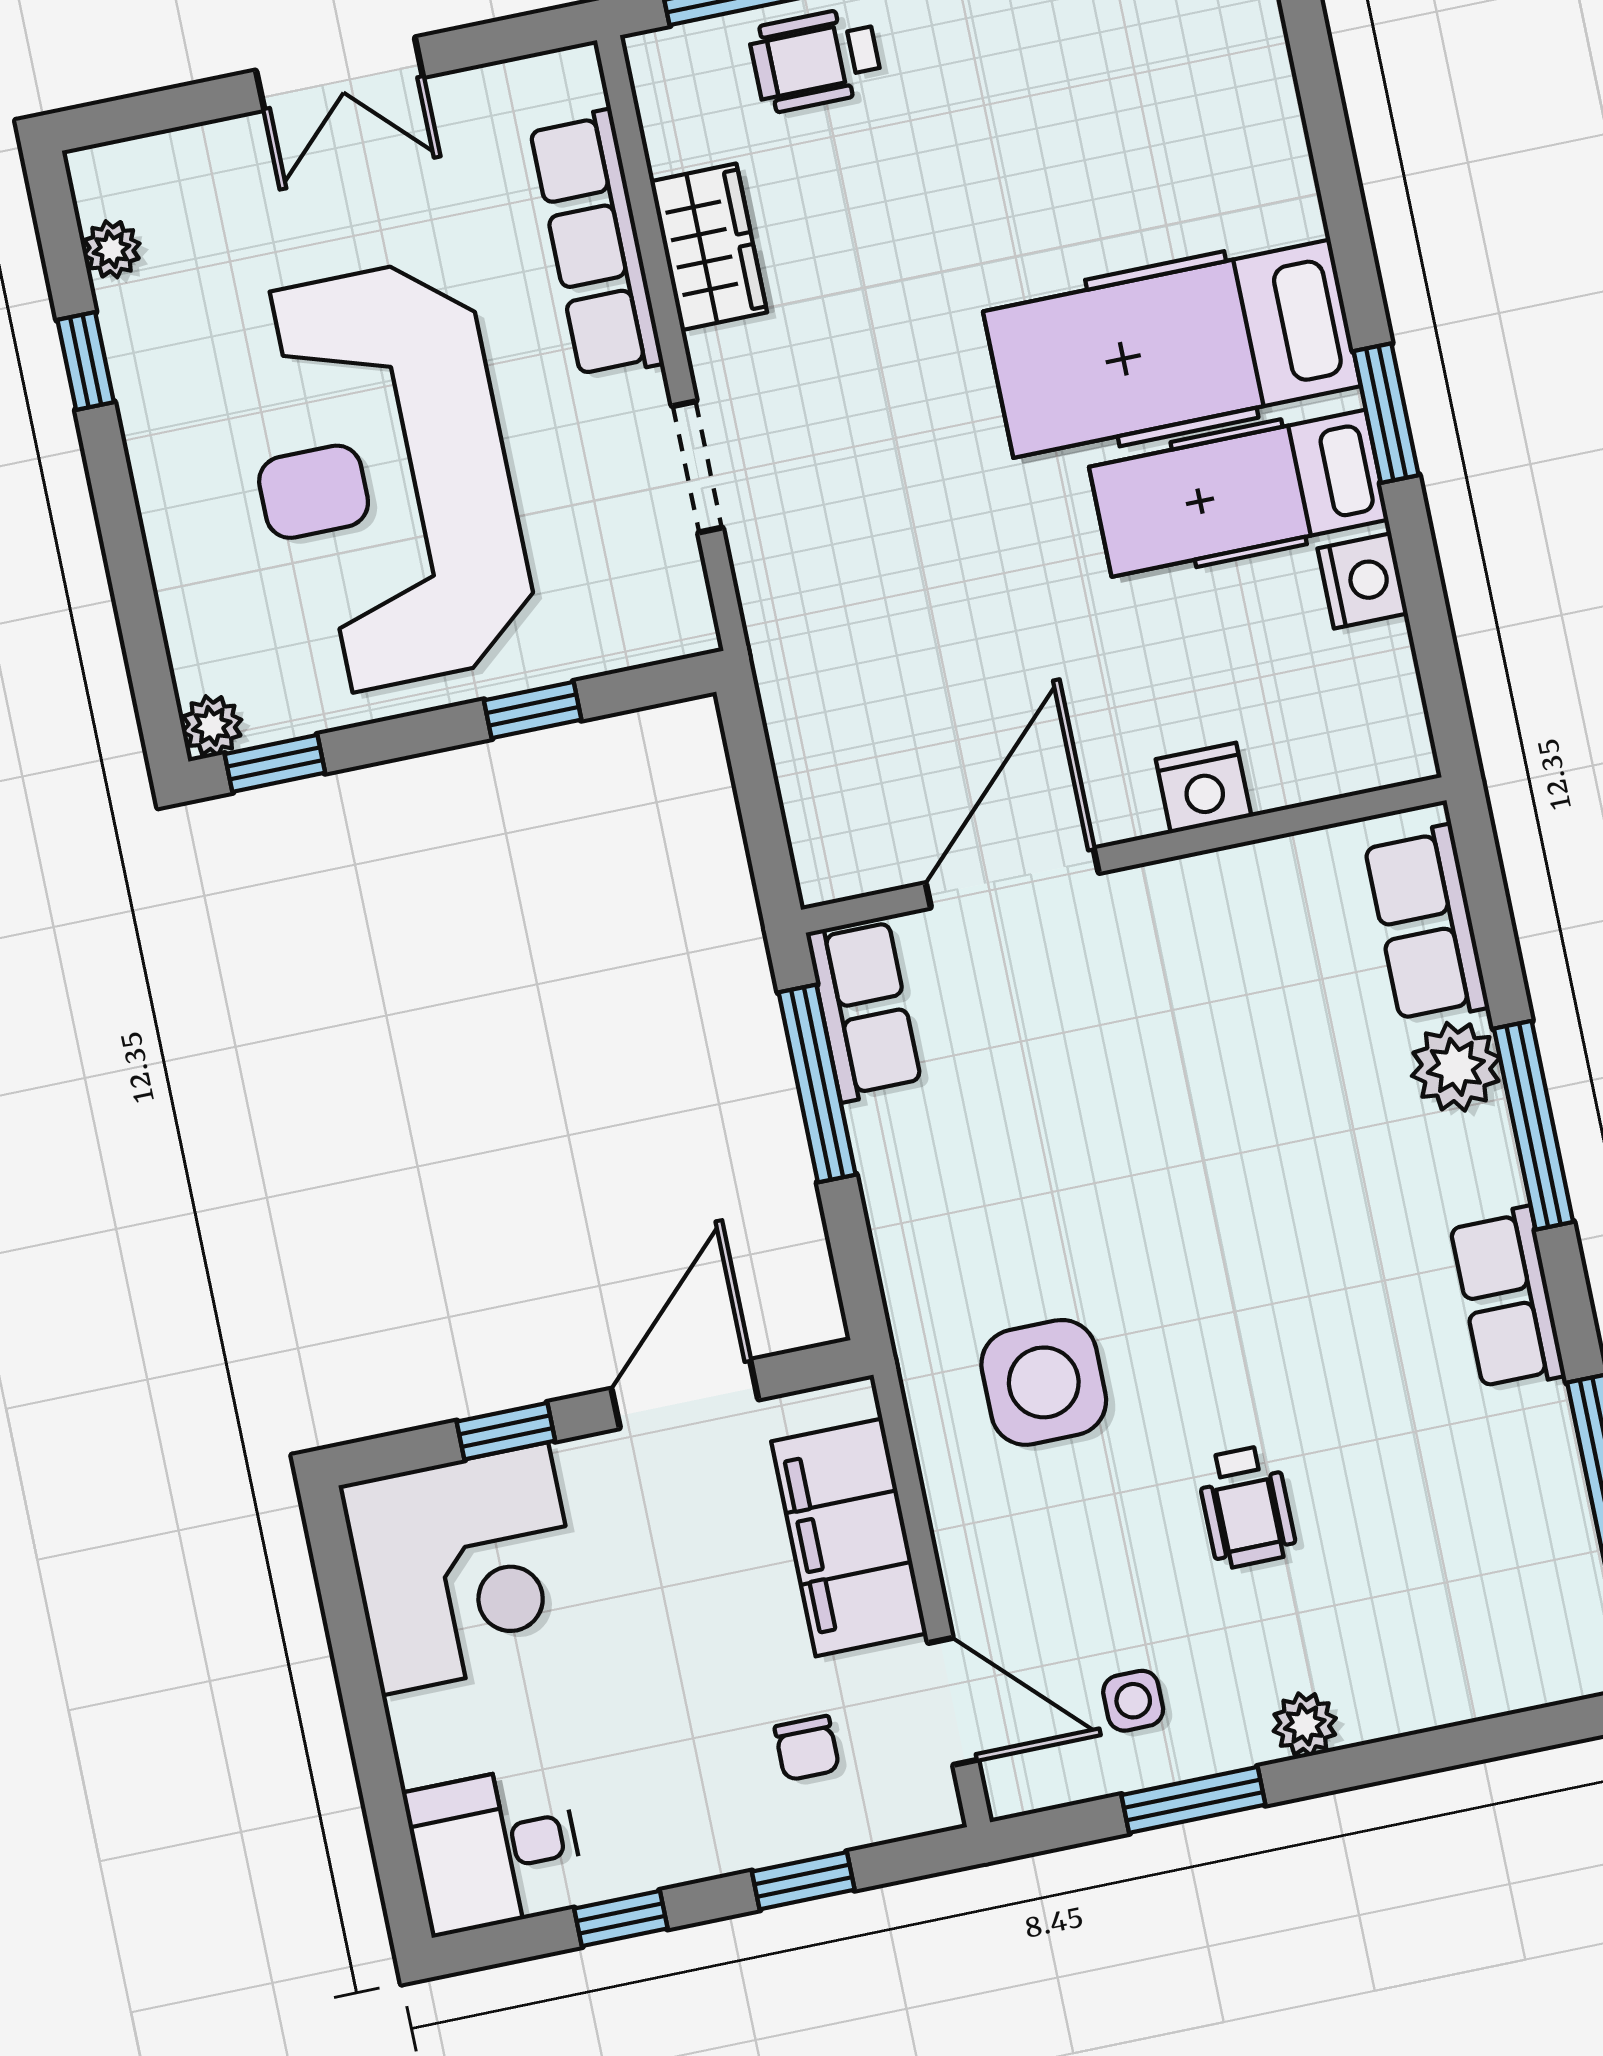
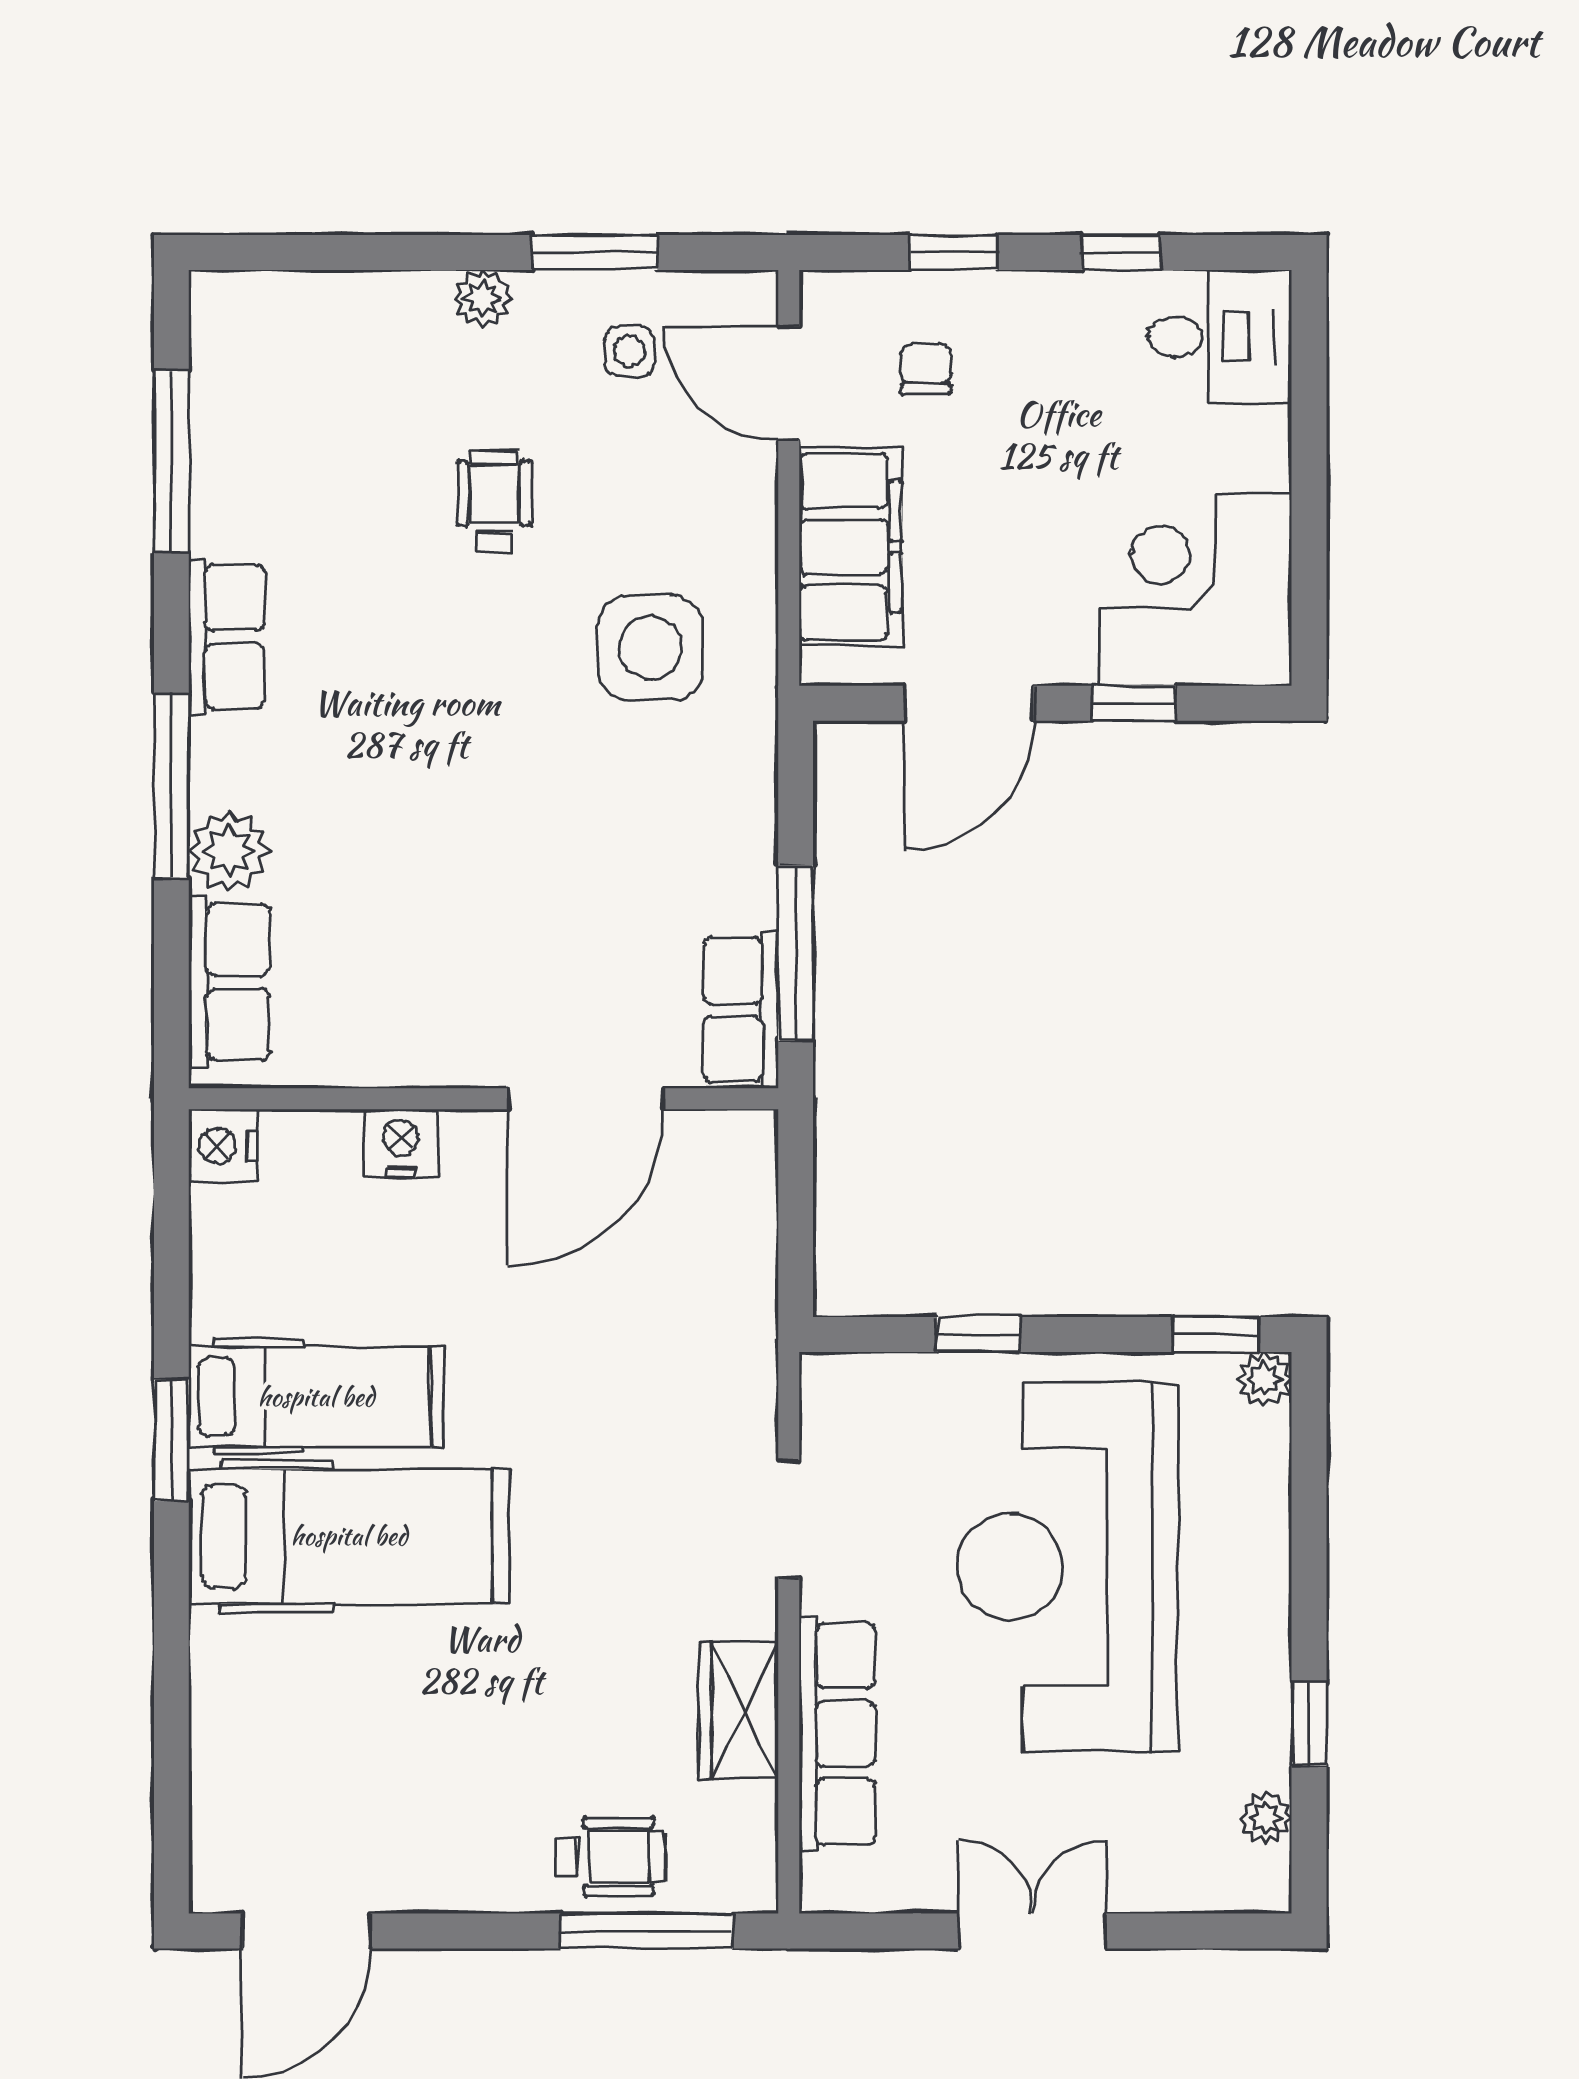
reception desk: (383, 477) -> (1067, 1567), turned 180
nightstand: (1363, 581) -> (223, 1146), moved

